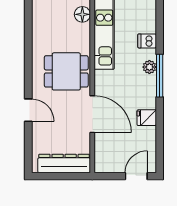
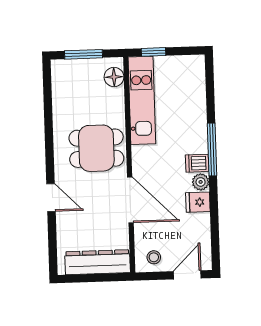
dishwasher: (147, 41) -> (197, 163), moved
plant: (149, 67) -> (201, 182), moved
stool: (110, 161) -> (154, 257), added

